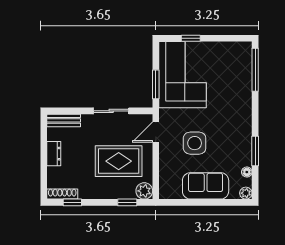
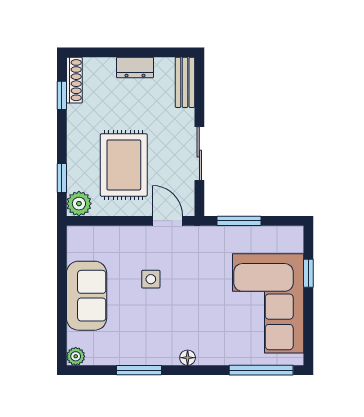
corner sofa: (183, 75) -> (268, 303), moved, turned 90
side table: (195, 143) -> (151, 279), width x0.54, depth x0.54
floor lamp: (247, 172) -> (188, 358), moved

